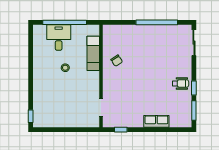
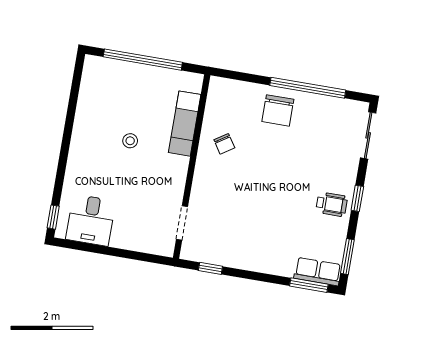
desk: (59, 38) -> (91, 220), moved, turned 180
chair: (143, 38) -> (278, 110), added
window: (194, 88) -> (357, 198), moved
row of seats: (156, 121) -> (318, 272), moved
window: (176, 130) -> (309, 285), added

